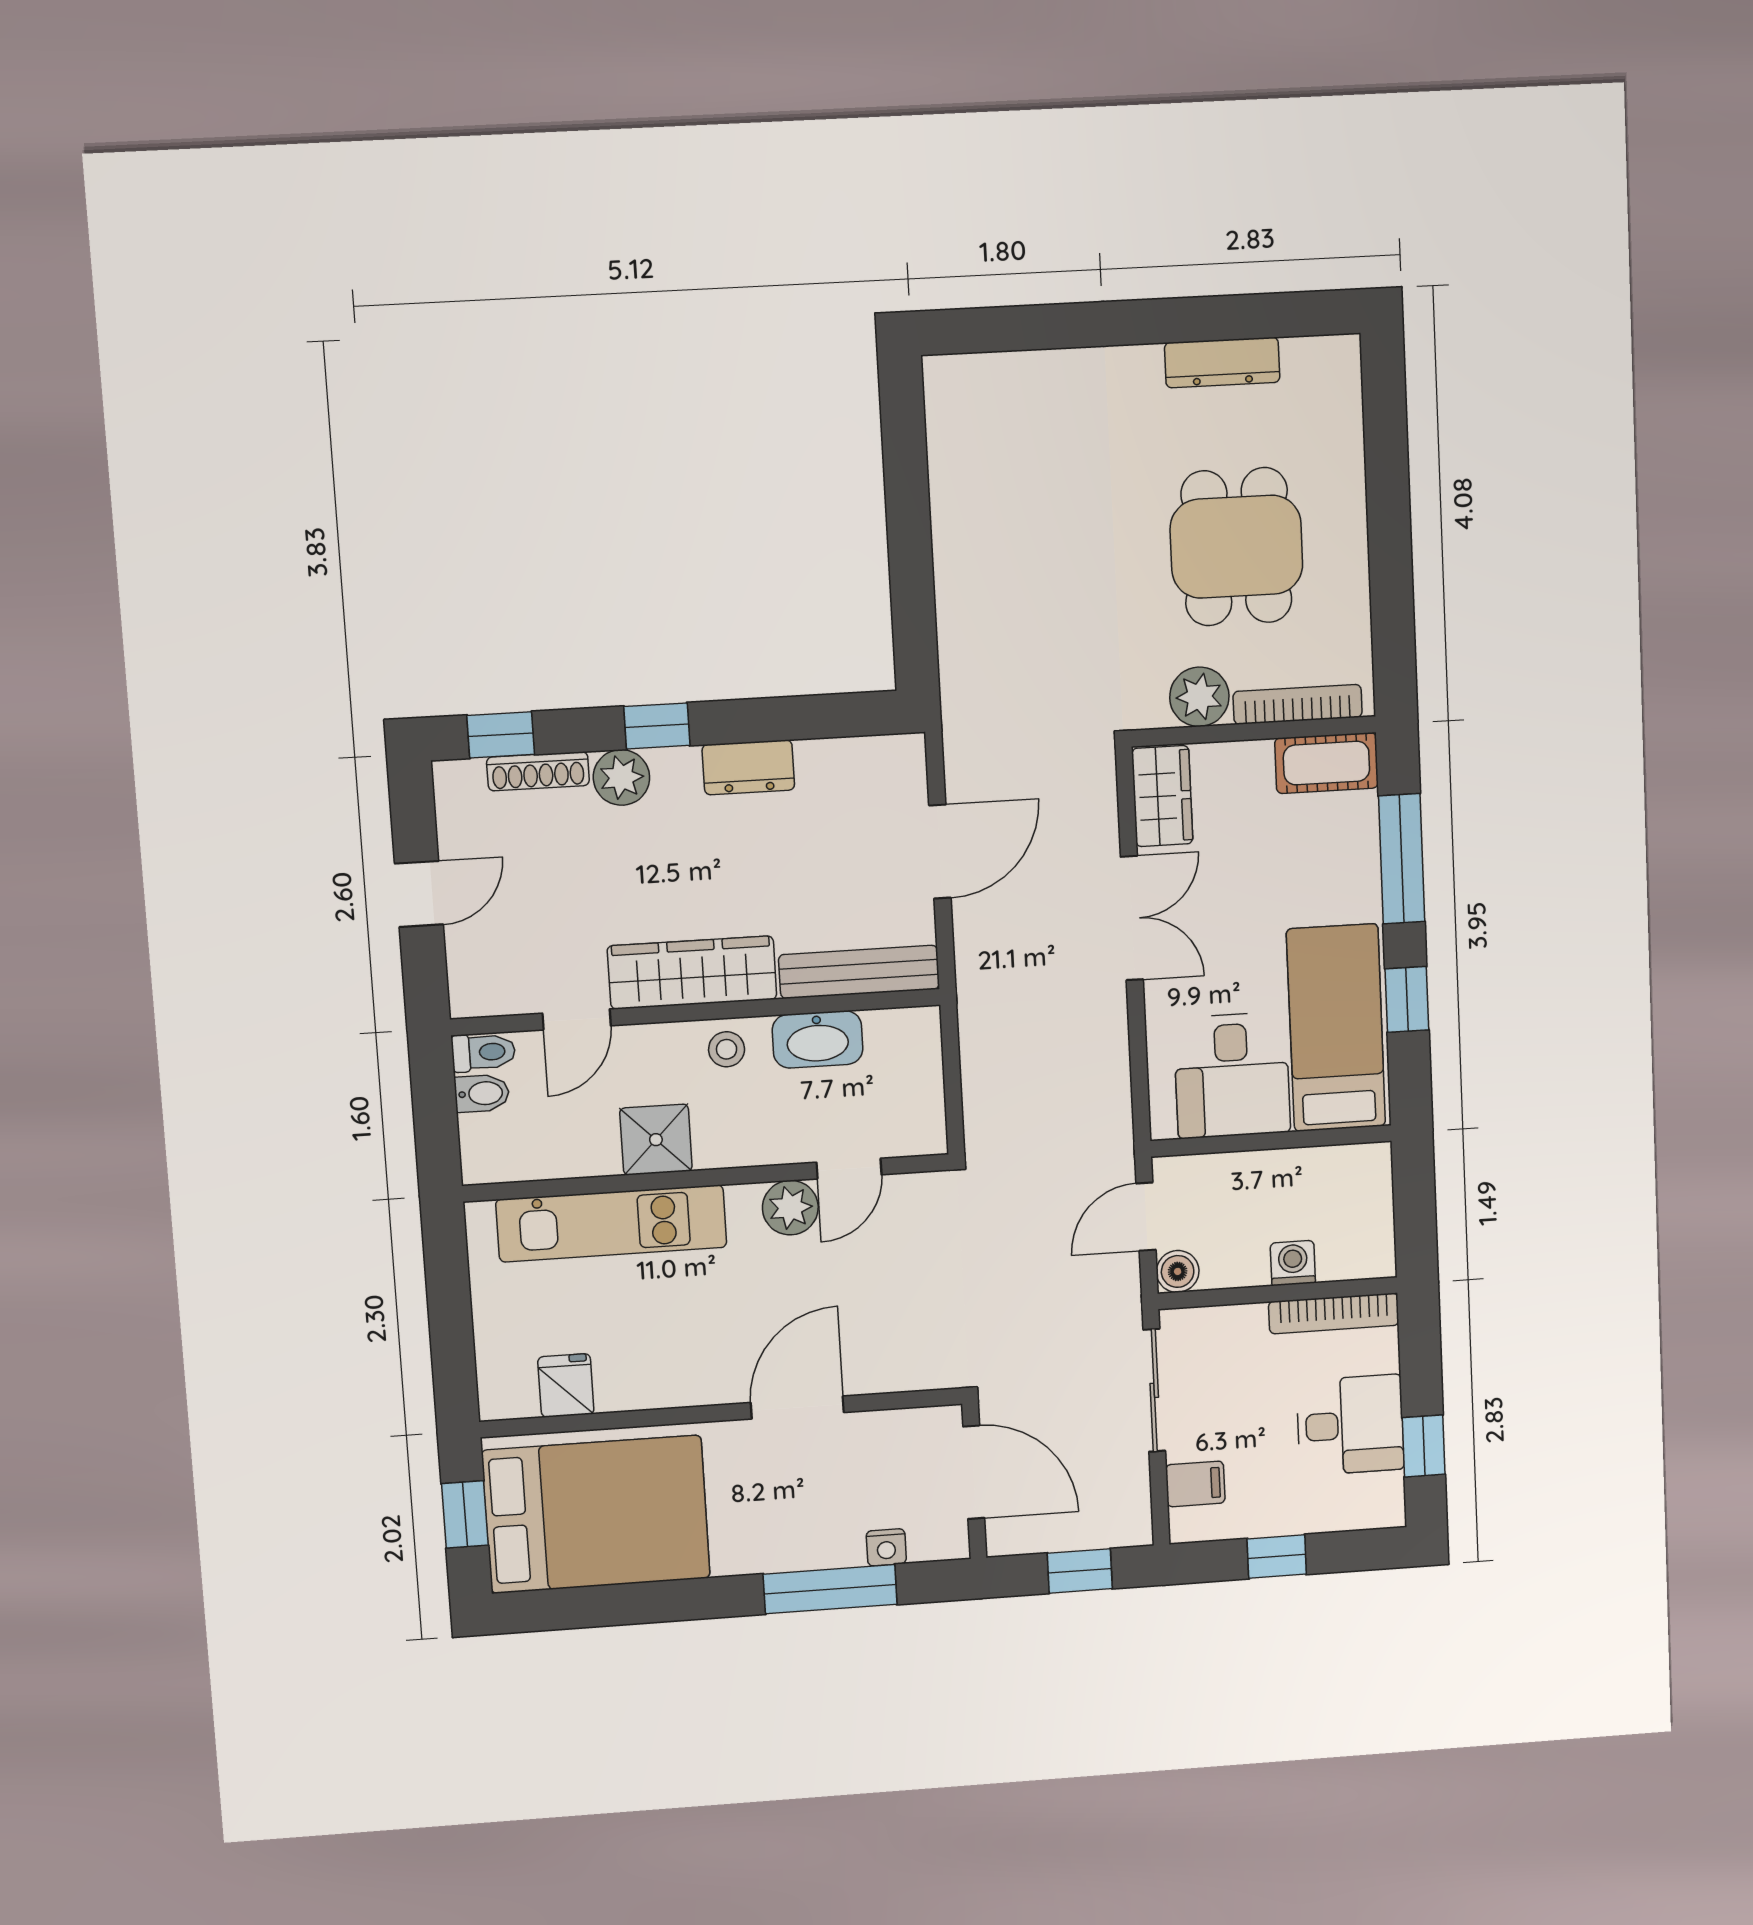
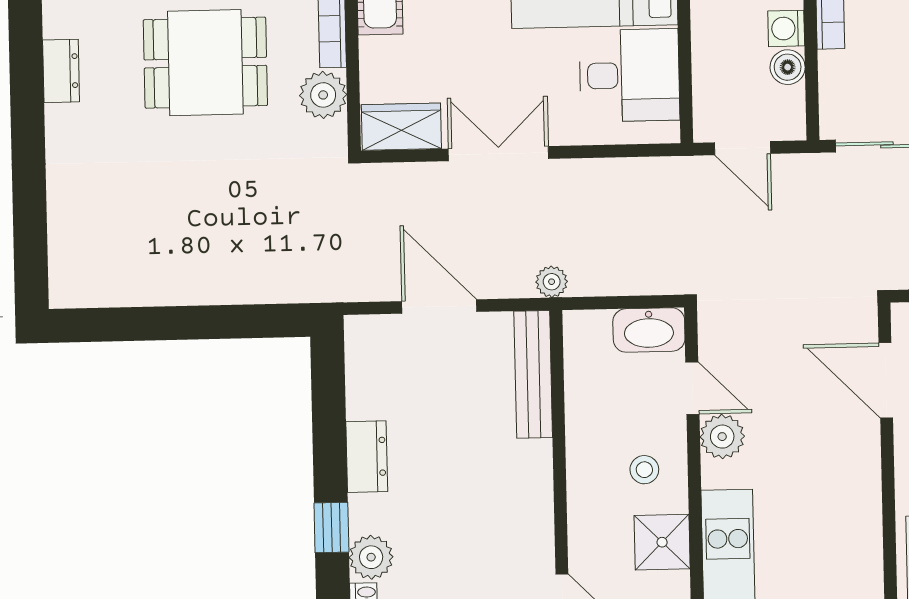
dresser: (1222, 363) -> (61, 71), width x0.70
wardrobe: (692, 973) -> (528, 508), removed
plant: (975, 990) -> (552, 282), added
washbasin: (818, 1039) -> (649, 330), moved, turned 90
stool: (727, 1049) -> (644, 470), moved
boiler: (1178, 1271) -> (788, 67), moved
door: (797, 1408) -> (886, 380), moved

